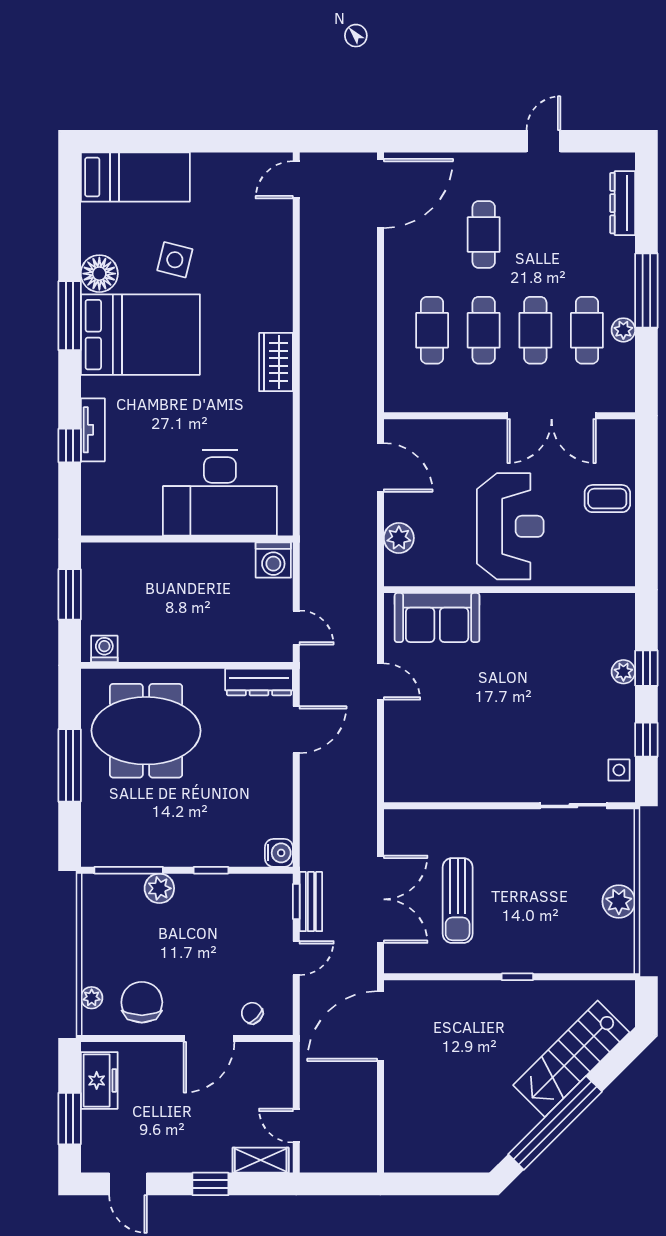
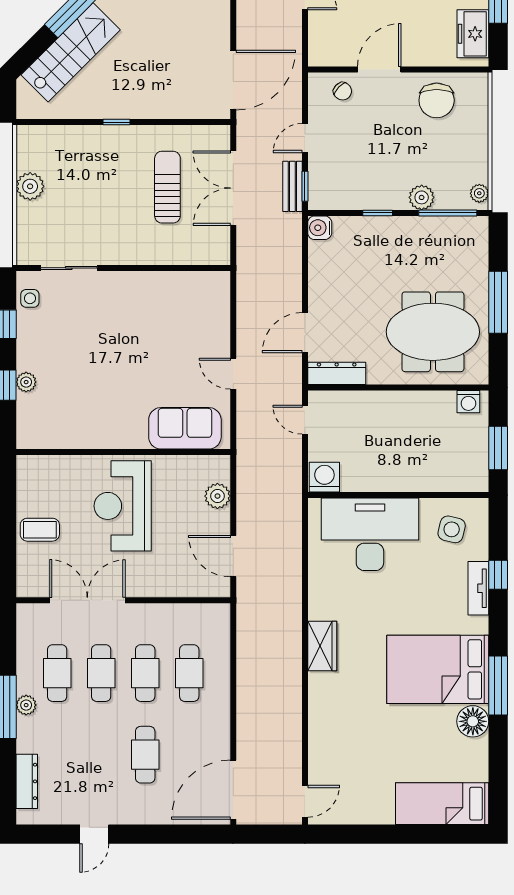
side table: (175, 260) -> (452, 529), moved
plant: (623, 330) -> (26, 705), moved
plant: (92, 998) -> (479, 193), moved

